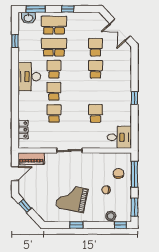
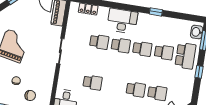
window: (15, 41) -> (156, 12), moved
school desk: (54, 47) -> (164, 52), width x0.54
desk: (29, 77) -> (122, 21), moved

